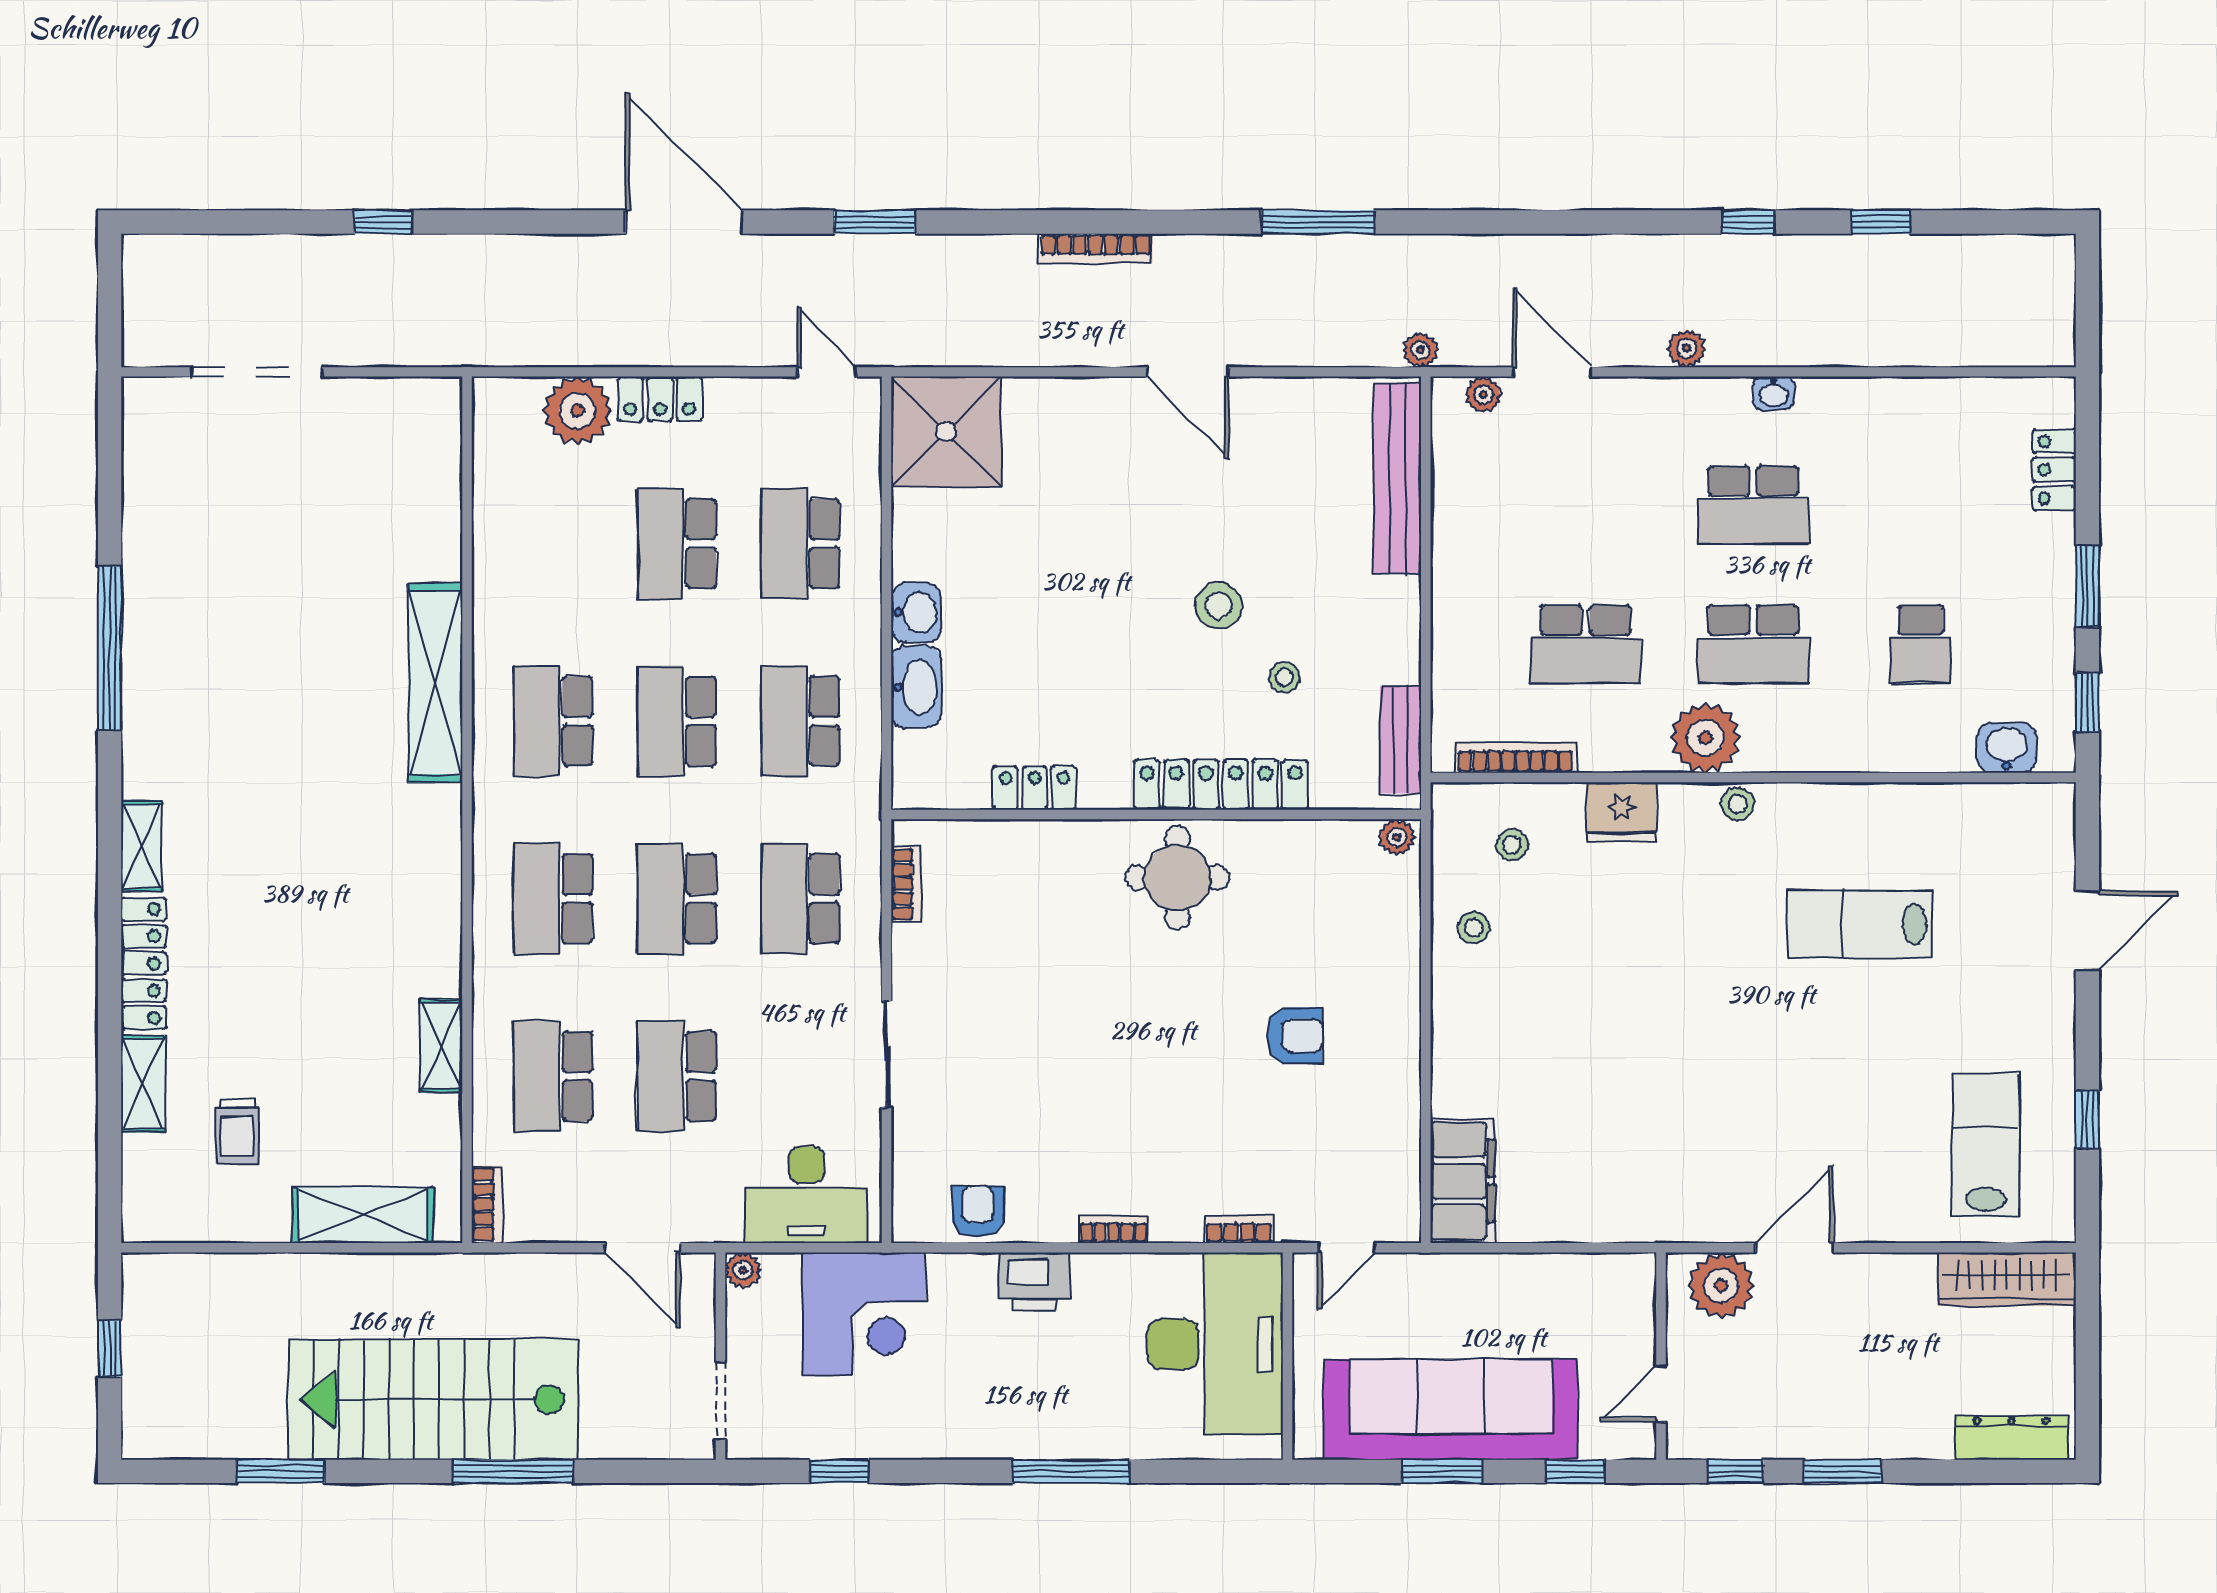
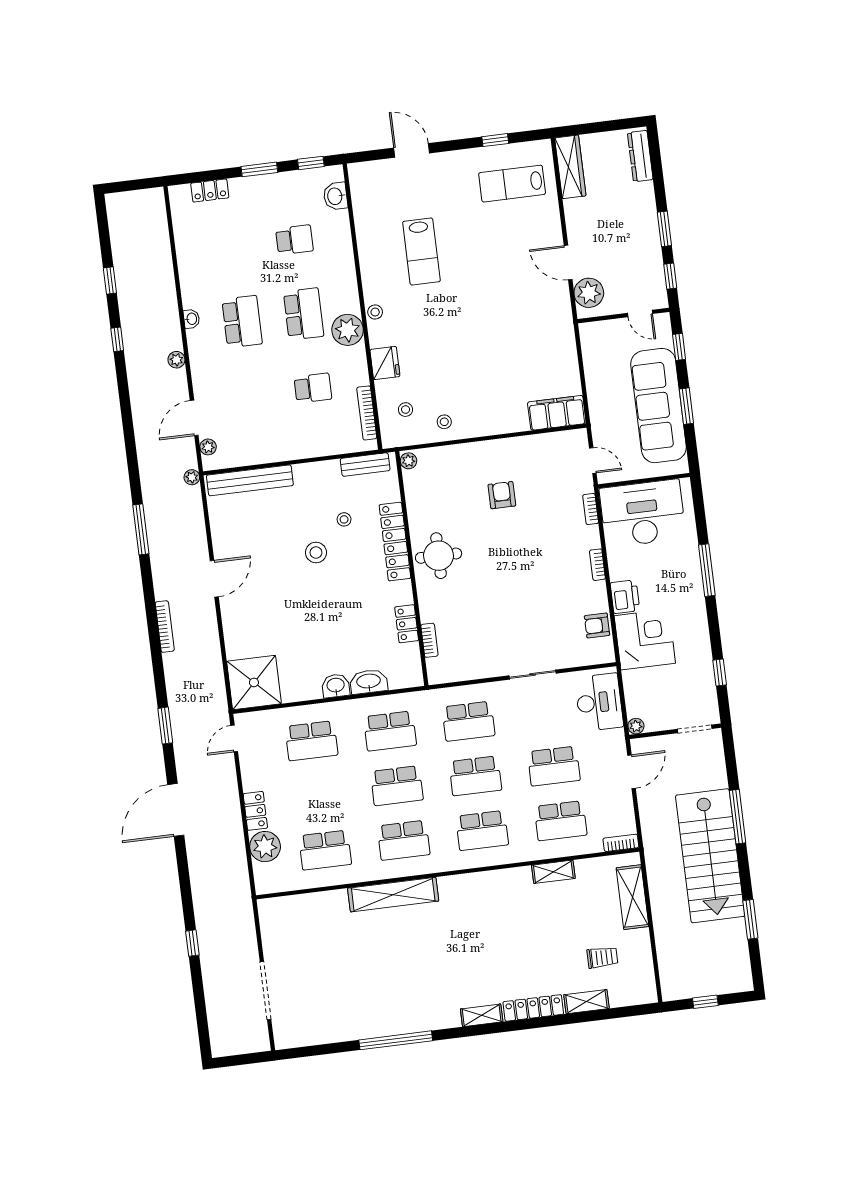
school desk: (677, 543) -> (325, 850), moved
school desk: (1586, 644) -> (313, 388), width x0.54
bookcase: (906, 884) -> (429, 640), moved, turned 90
corner desk: (864, 1314) -> (645, 639), moved

